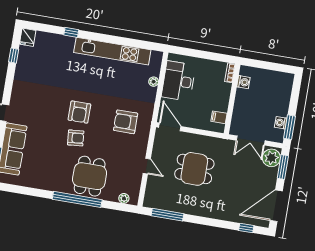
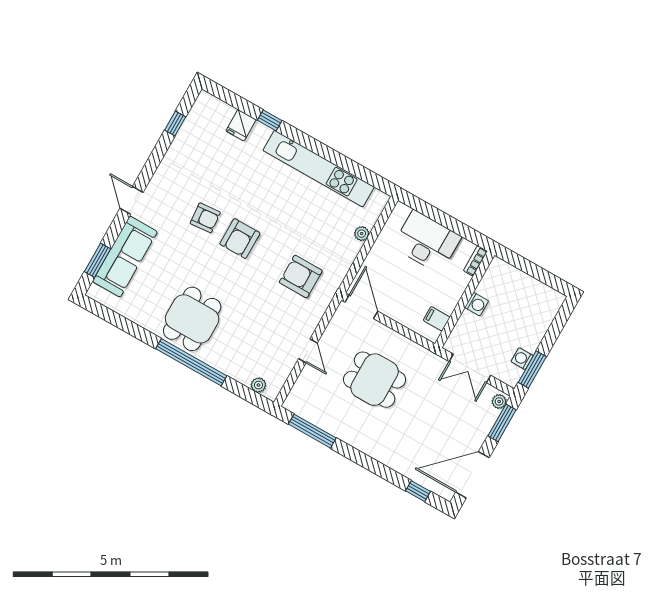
fridge: (28, 37) -> (241, 125), moved
desk: (178, 81) -> (427, 242), moved, turned 90
washing machine: (243, 82) -> (477, 304), moved
armchair: (76, 138) -> (205, 218), moved
plant: (271, 158) -> (499, 401), width x0.53, depth x0.53
dining table: (90, 176) -> (192, 319), moved

